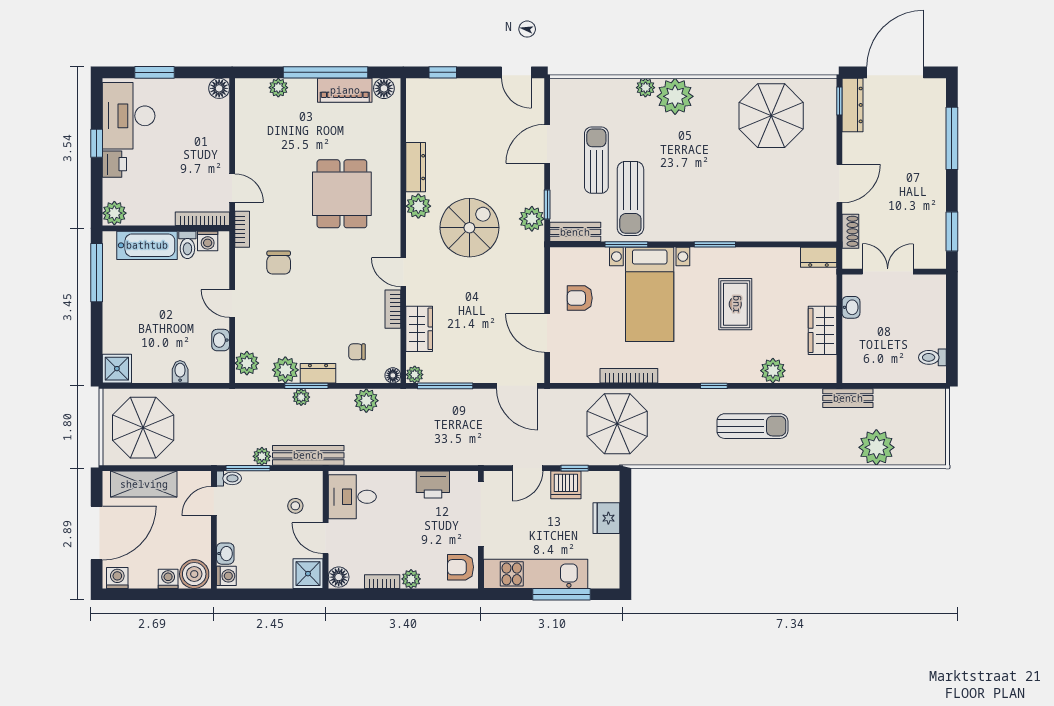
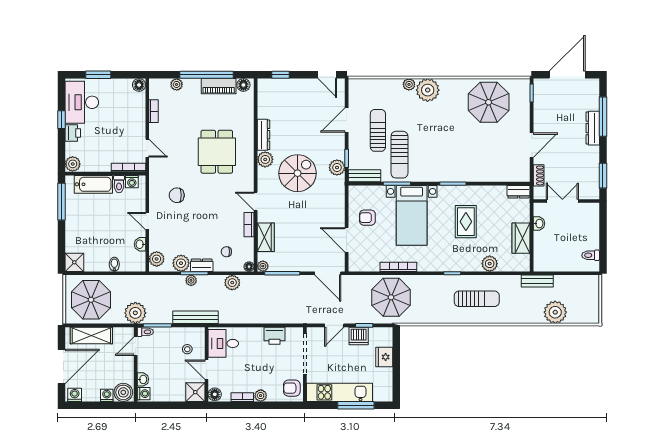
dresser: (853, 105) -> (593, 128), moved, turned 180
bookcase: (242, 229) -> (154, 111), moved
chair: (279, 263) -> (177, 195), turned 90
plant: (262, 456) -> (135, 313), moved, width x1.88, depth x1.88

